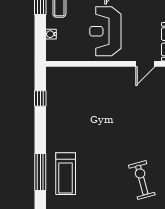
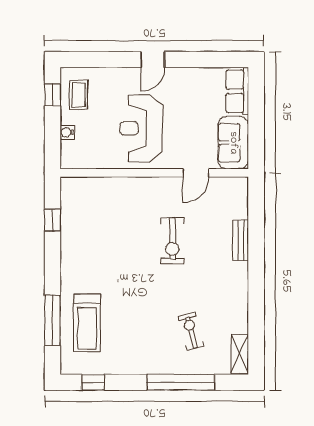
exercise bike: (128, 114) -> (172, 241), added
exercise bike: (142, 180) -> (191, 331), width x0.73, depth x0.72

